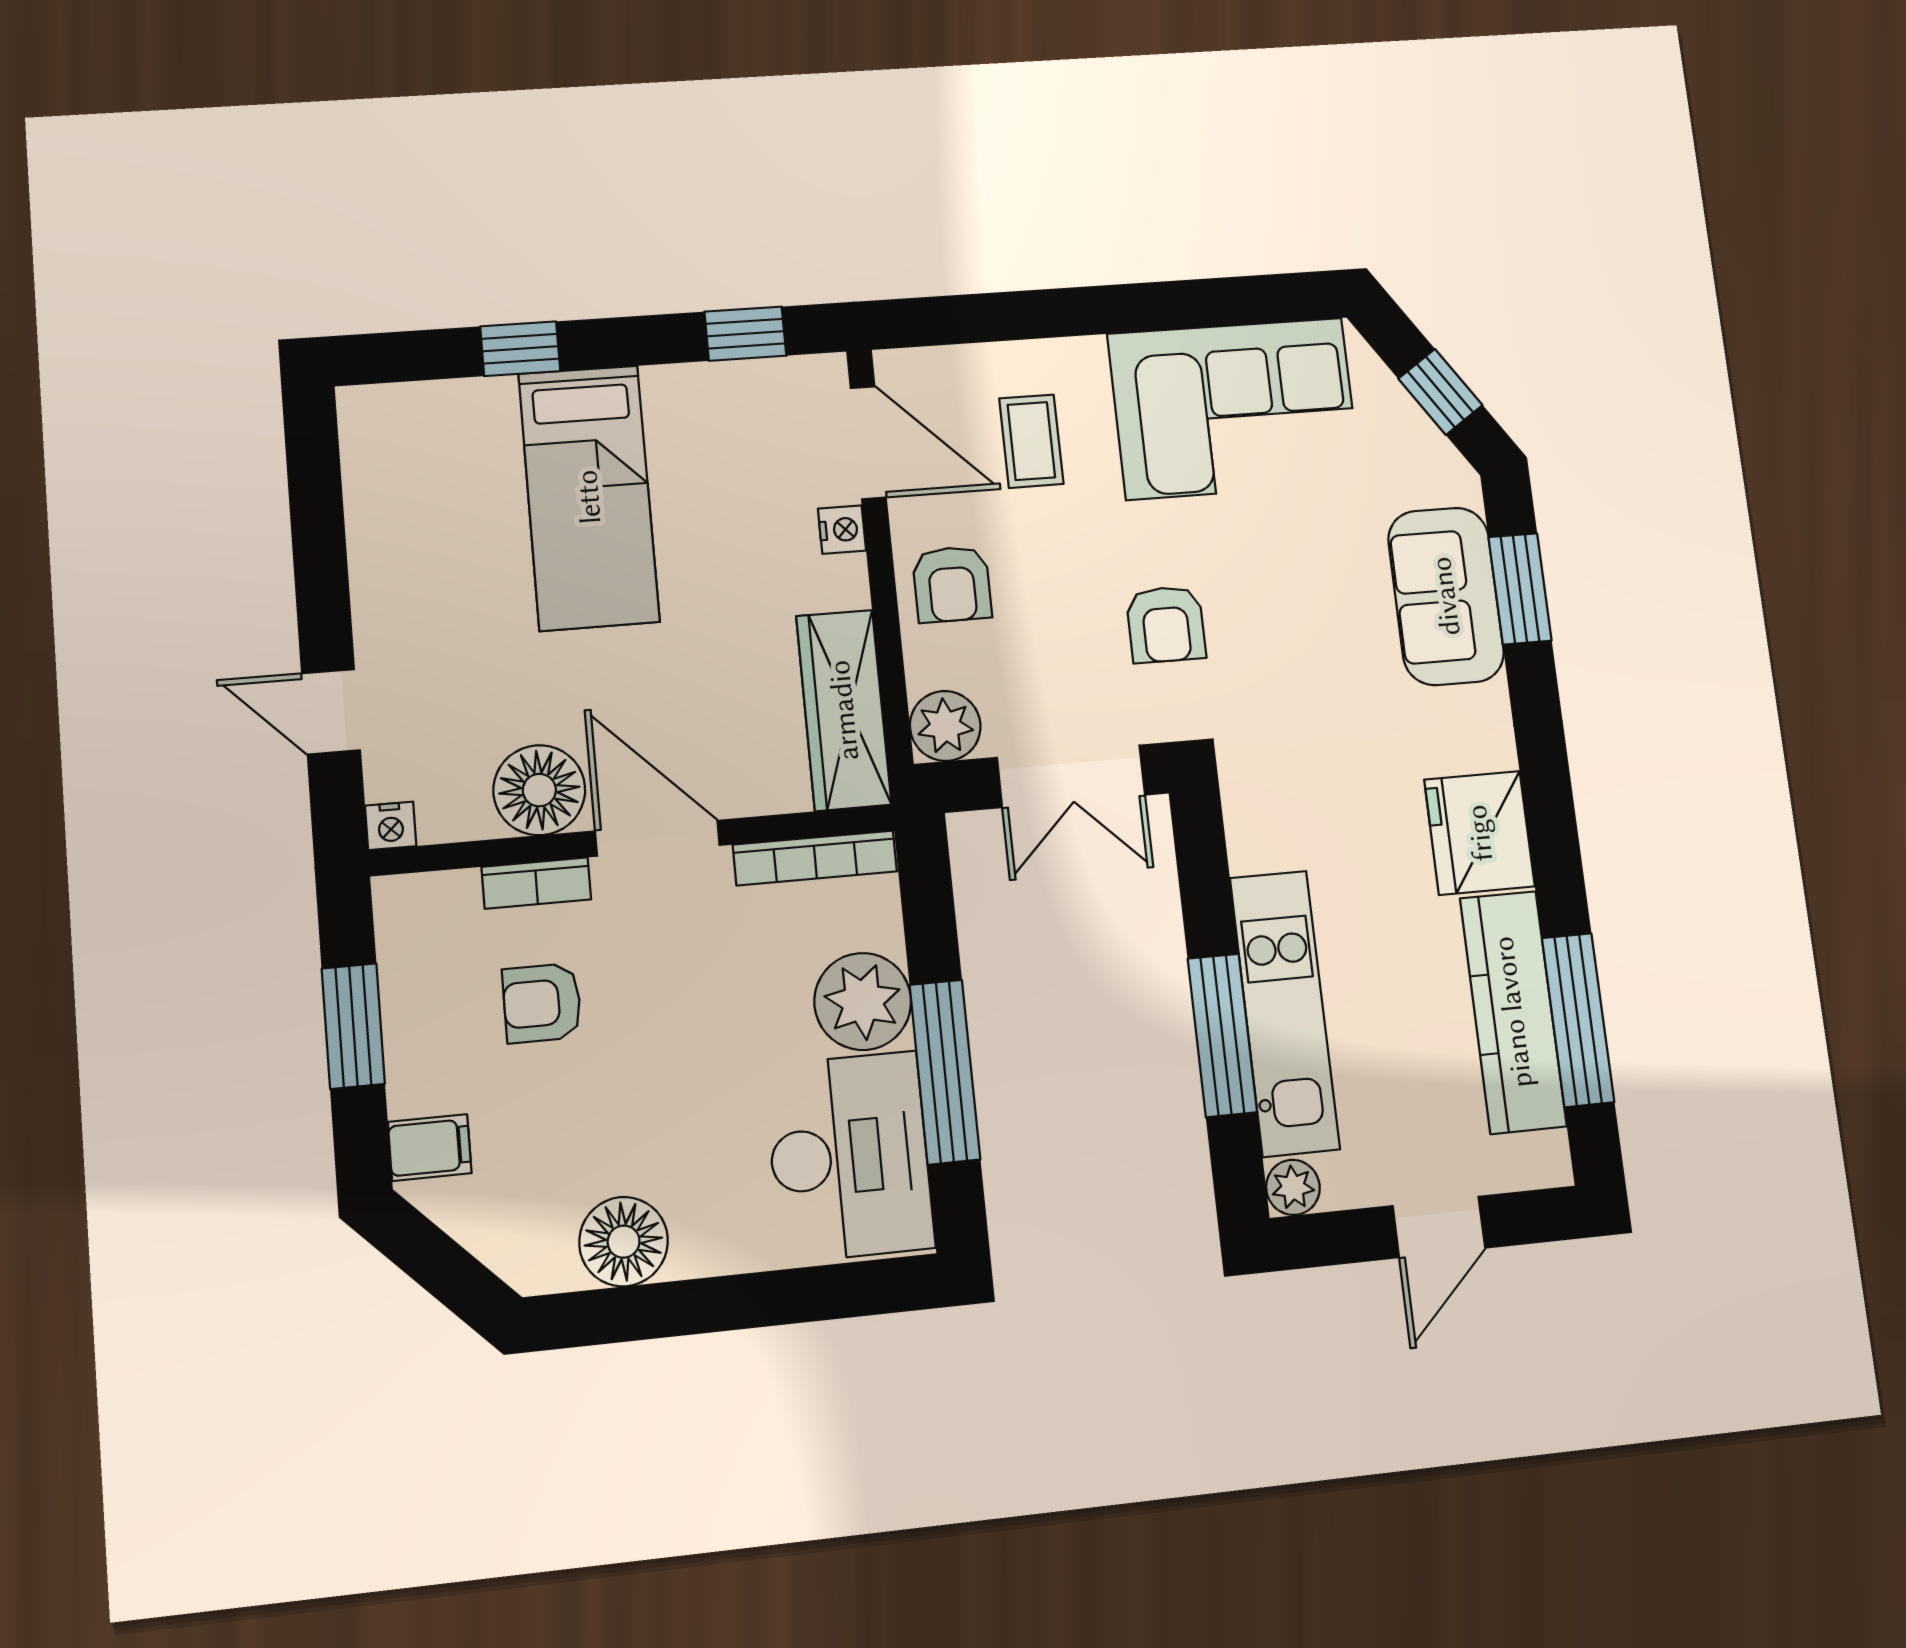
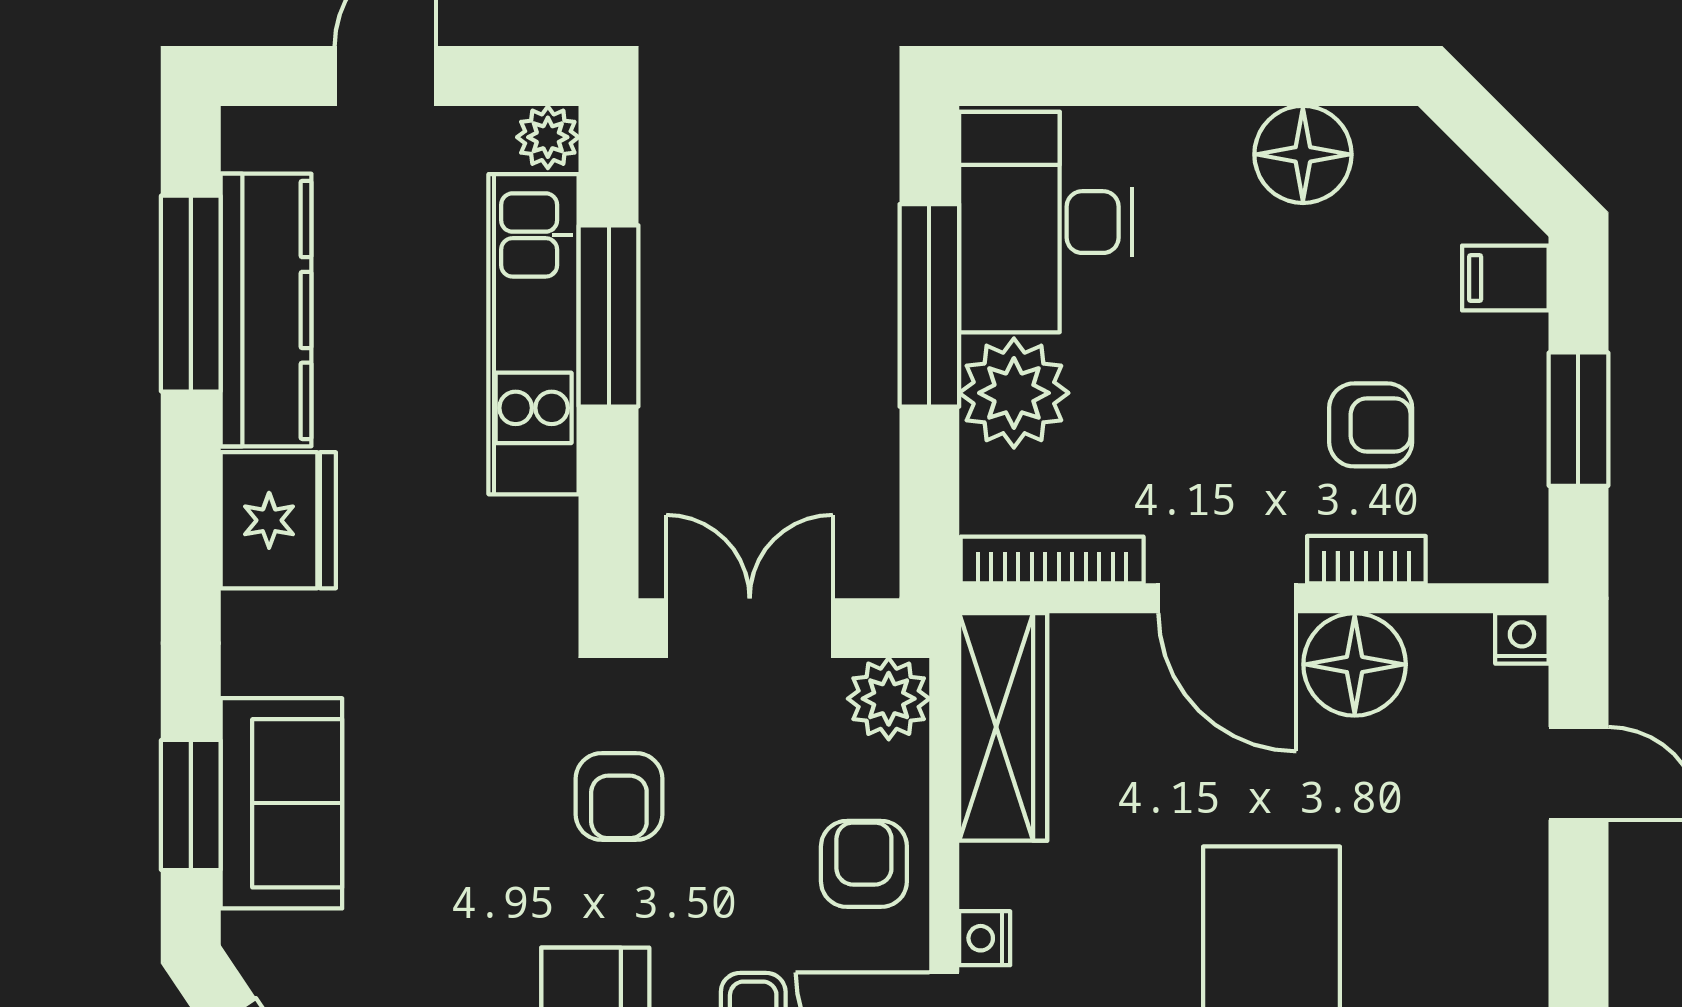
armchair: (1166, 624) -> (619, 797), turned 180

